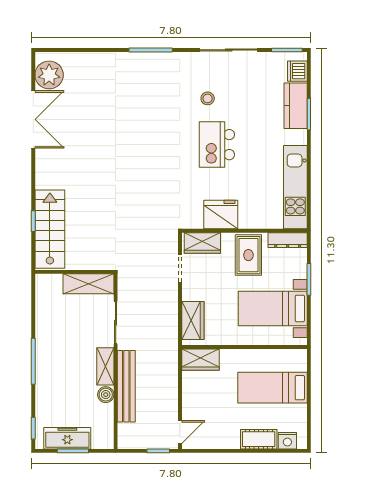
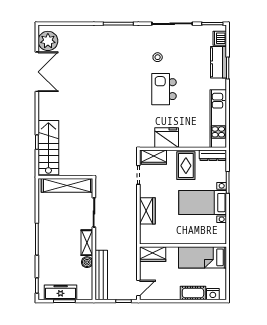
shelving: (88, 284) -> (67, 185), width x1.47
wall: (244, 347) -> (183, 245), moved
wardrobe: (200, 360) -> (153, 254), moved
bench: (126, 386) -> (101, 275), moved

